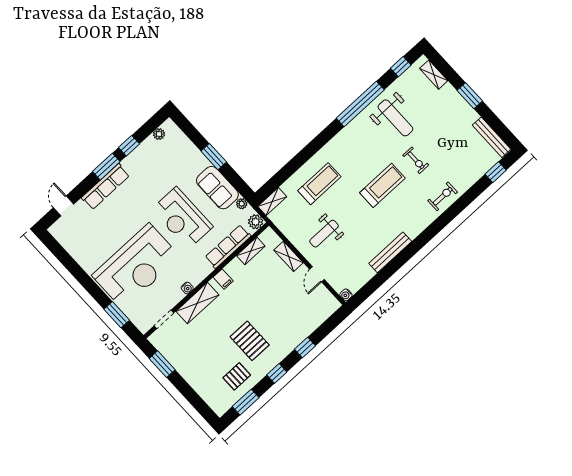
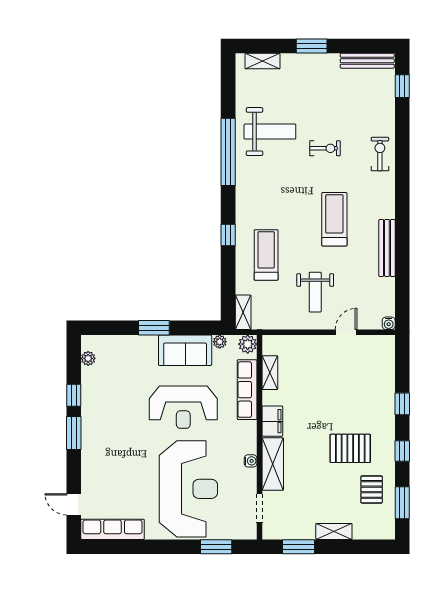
window: (401, 67) -> (228, 235), moved
treadmill: (382, 185) -> (334, 219), moved
row of seats: (105, 187) -> (113, 529), moved, turned -90
shelving: (289, 256) -> (334, 531), moved
door: (317, 274) -> (346, 332), swing flipped
filing cabinet: (223, 279) -> (272, 421), width x2.00

